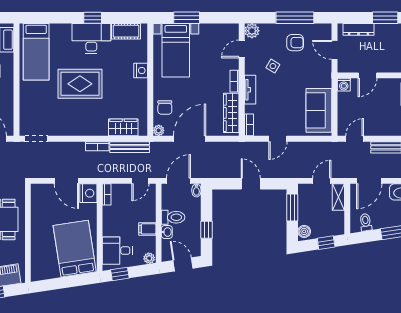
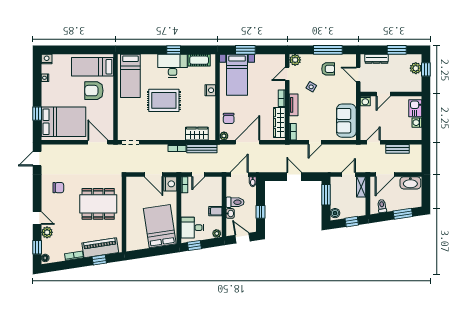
door: (140, 181) -> (198, 174), moved

